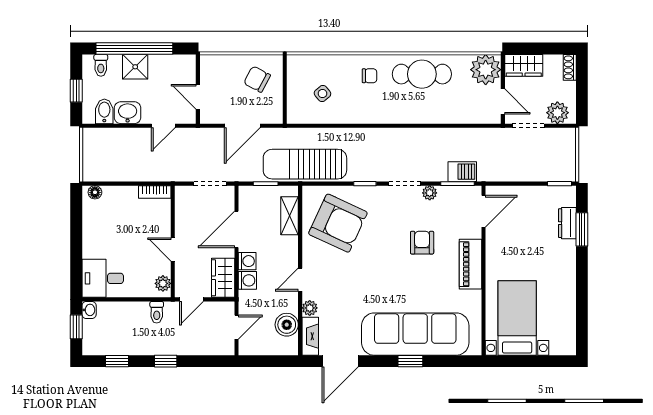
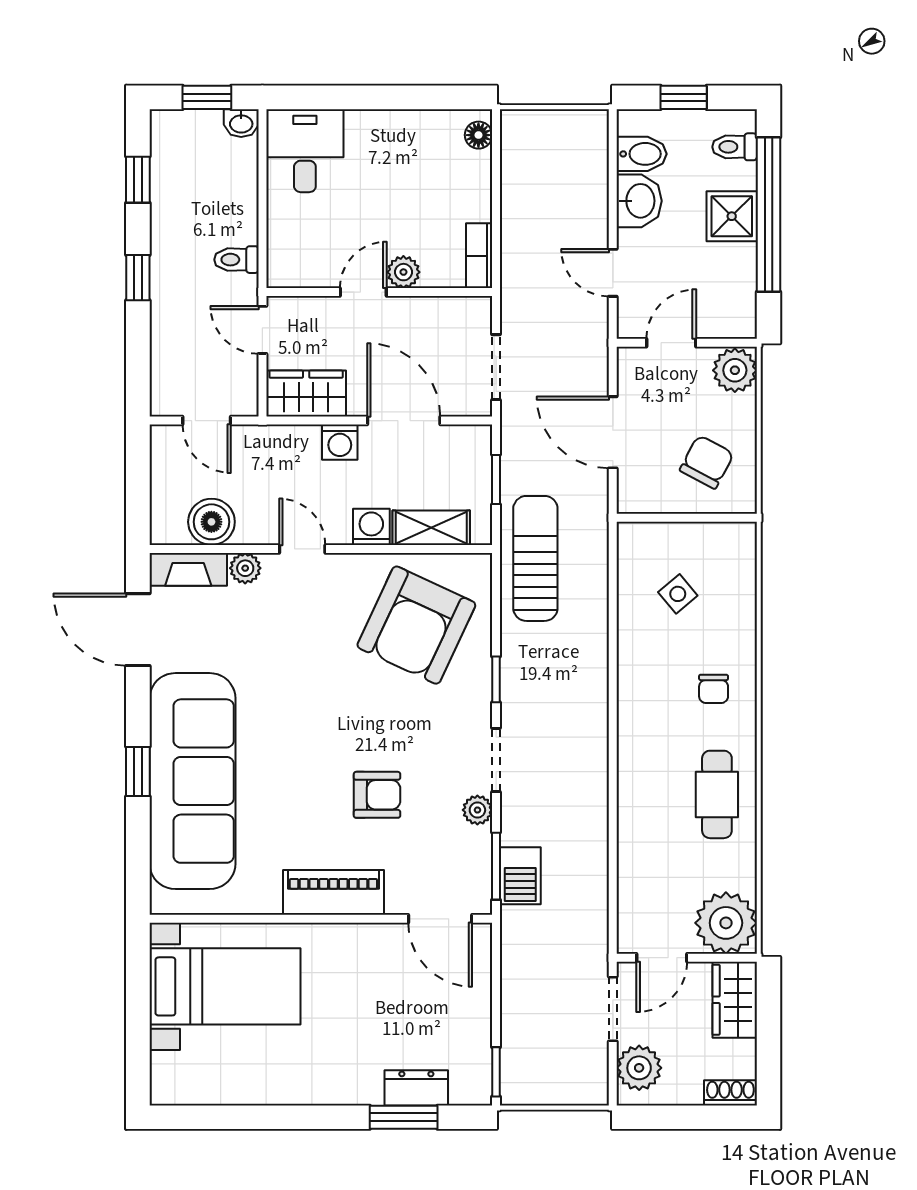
plant: (212, 65) -> (735, 370), added
cafe table: (422, 74) -> (717, 794), width x0.73, depth x0.74
sun lounger: (305, 164) -> (535, 558), width x0.73, depth x0.75
washing machine: (247, 280) -> (371, 527), moved, turned 180
plant: (163, 283) -> (403, 272), moved

